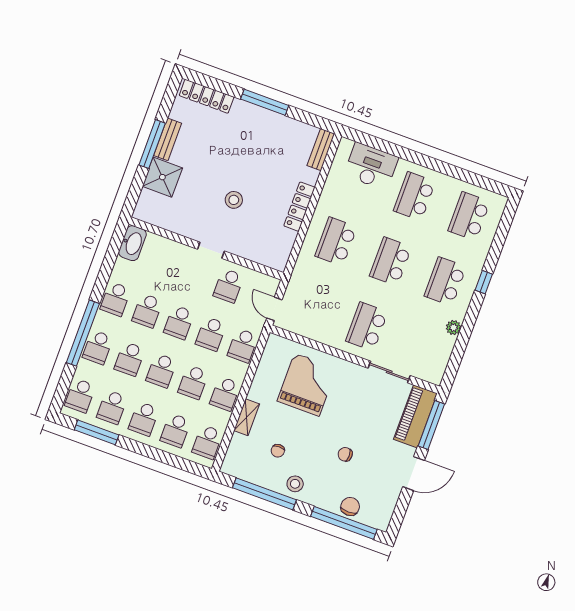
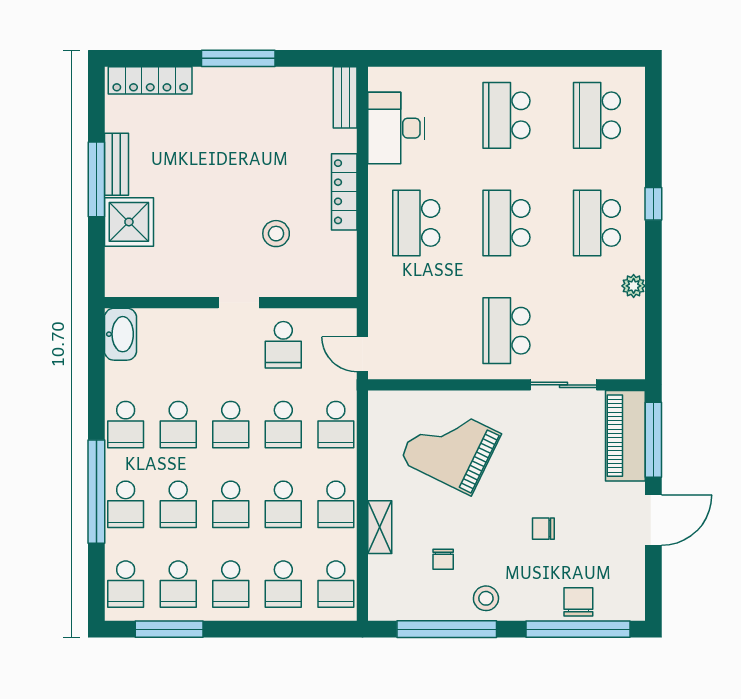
desk: (371, 166) -> (396, 128), moved, turned -90
stool: (234, 200) -> (276, 234), moved
grand piano: (307, 385) -> (450, 447), turned -64

